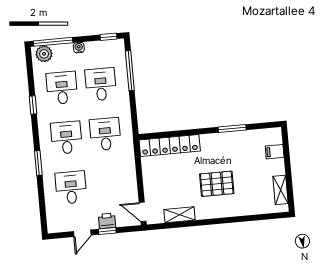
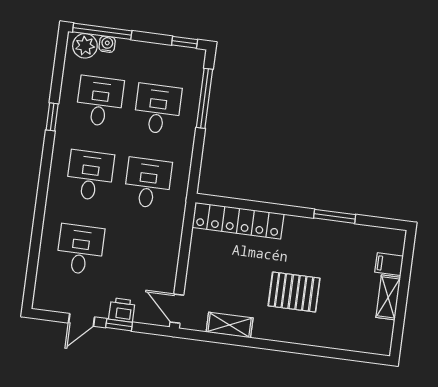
water cooler: (79, 48) -> (107, 44), moved
window: (38, 163) -> (41, 203), removed
shelving: (280, 190) -> (388, 297), moved

